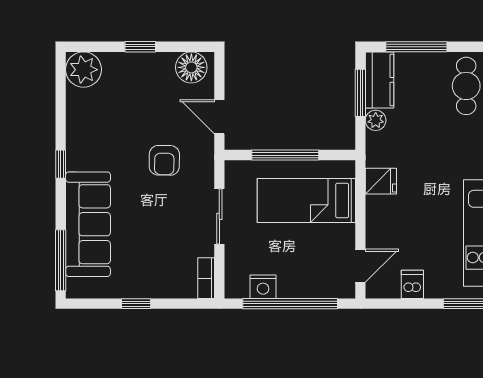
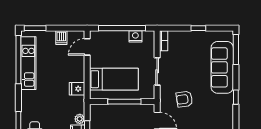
armchair: (164, 160) -> (184, 99), turned -99

